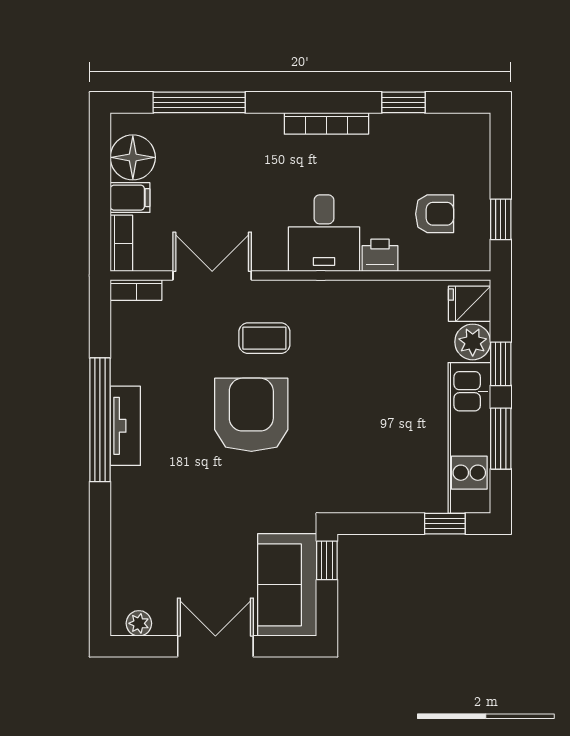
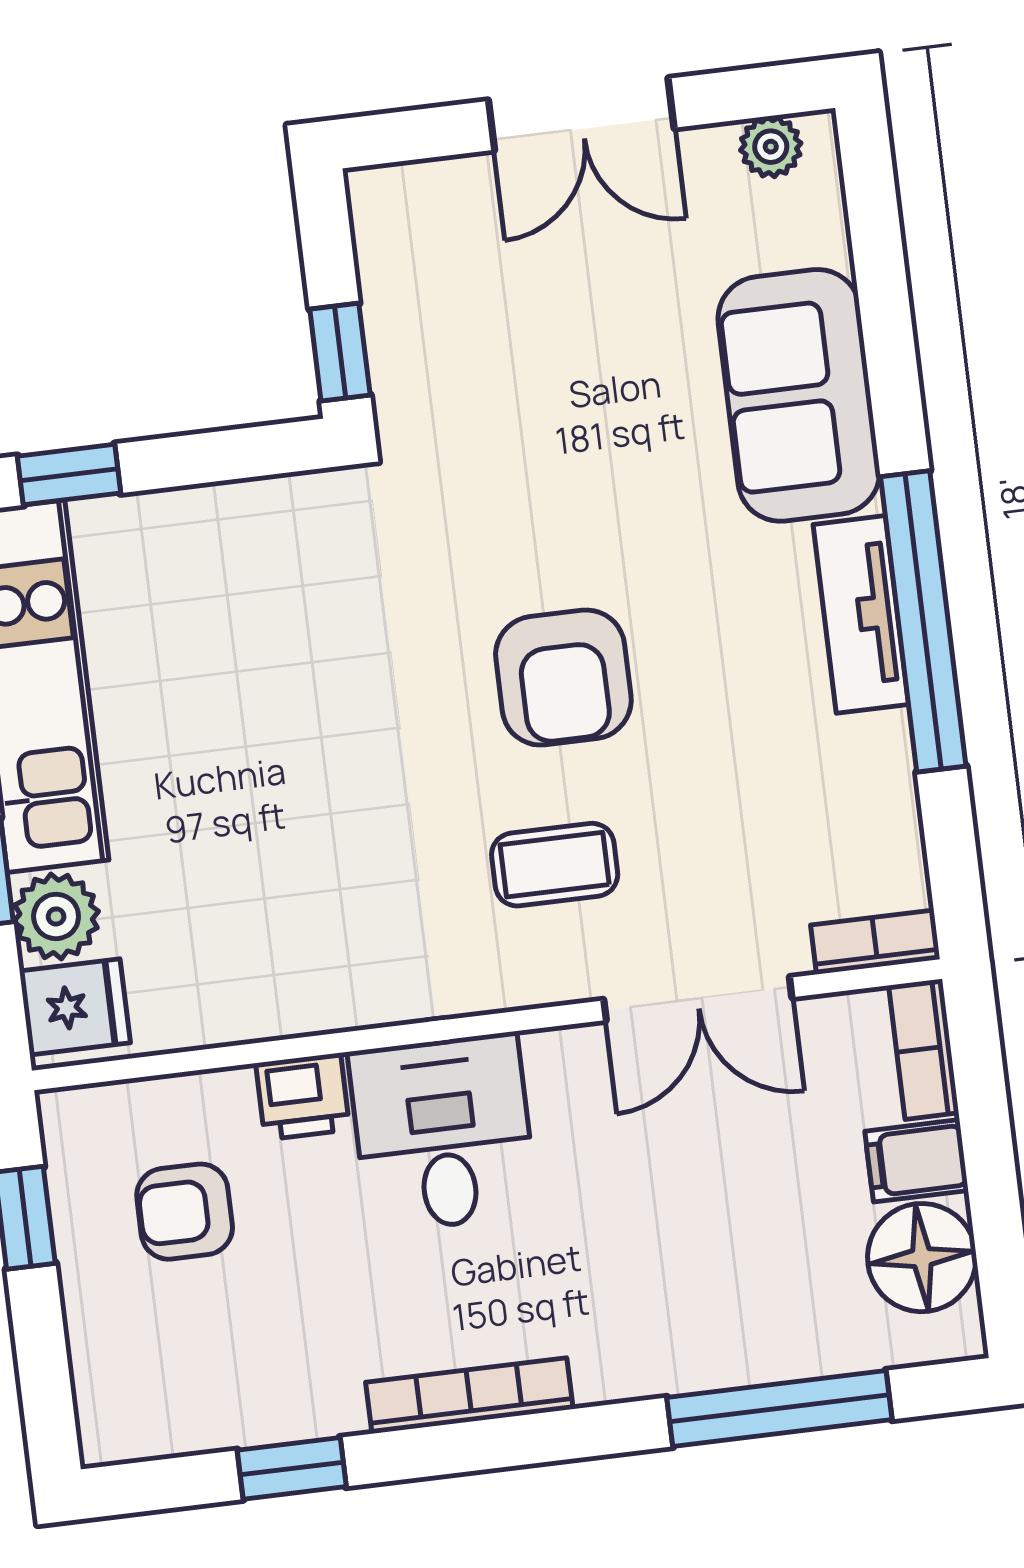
armchair: (251, 415) -> (563, 678), width x0.73, depth x0.73
sofa: (287, 585) -> (799, 395), moved, turned 180

